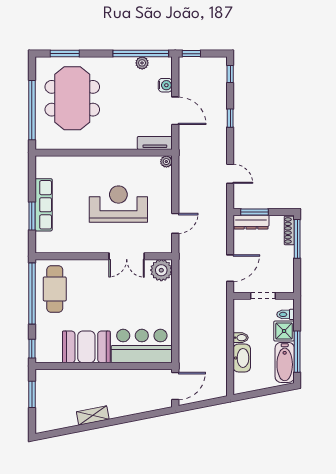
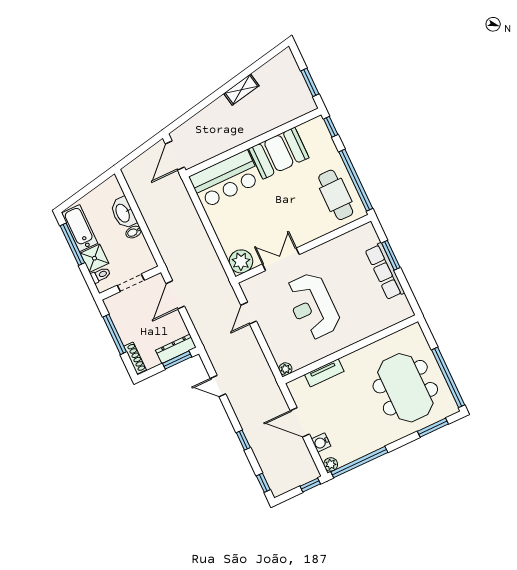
plant: (142, 63) -> (331, 464), moved
window: (32, 110) -> (448, 377), moved
tv unit: (155, 143) -> (324, 373), moved
reception desk: (118, 204) -> (313, 306), turned 90
window: (297, 239) -> (115, 334), moved

